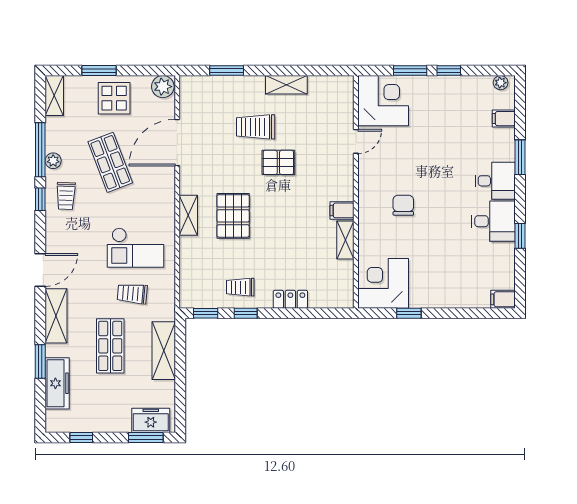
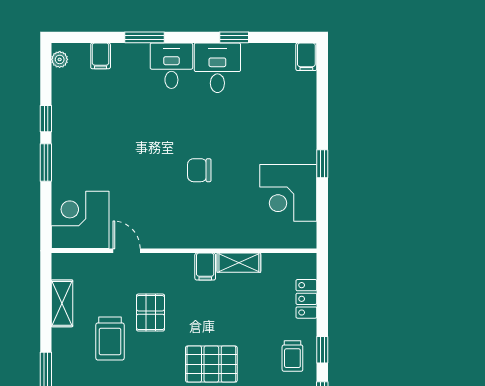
corner desk: (383, 101) -> (80, 220), moved
door: (356, 141) -> (127, 251), moved
wall: (356, 192) -> (184, 251), moved
filing cabinet: (342, 210) -> (205, 267), moved
shelving: (345, 240) -> (239, 263), moved

